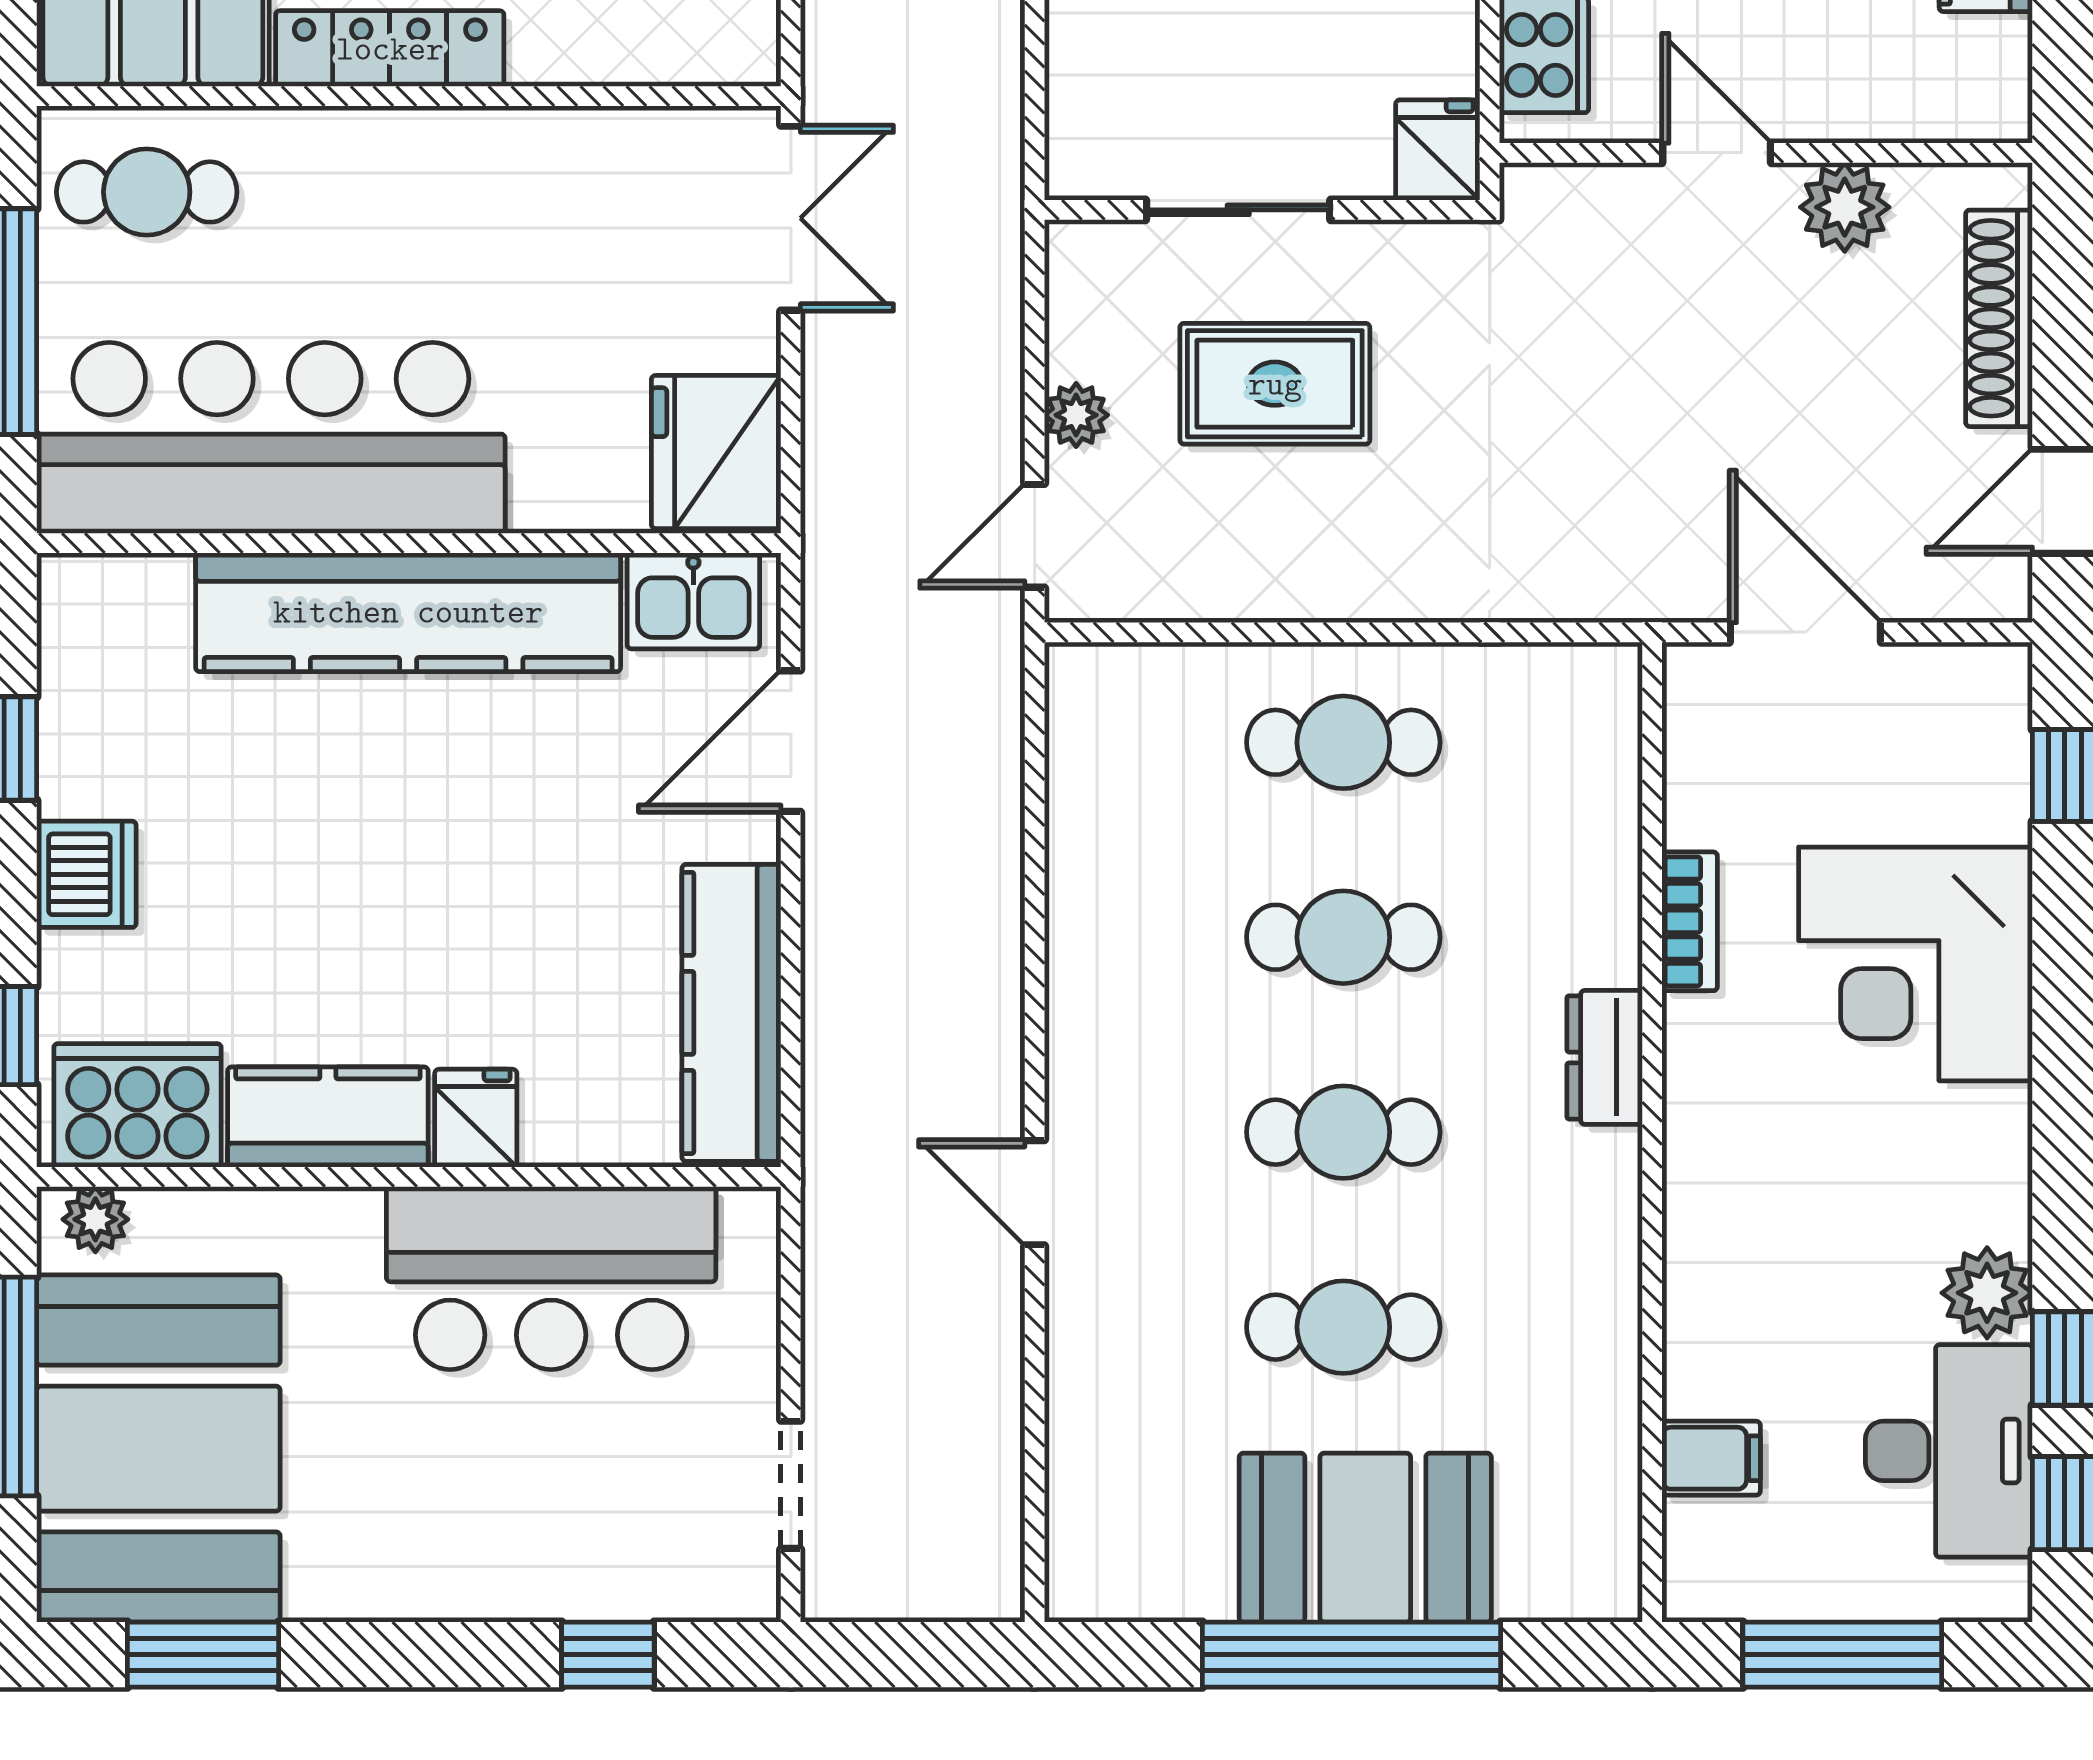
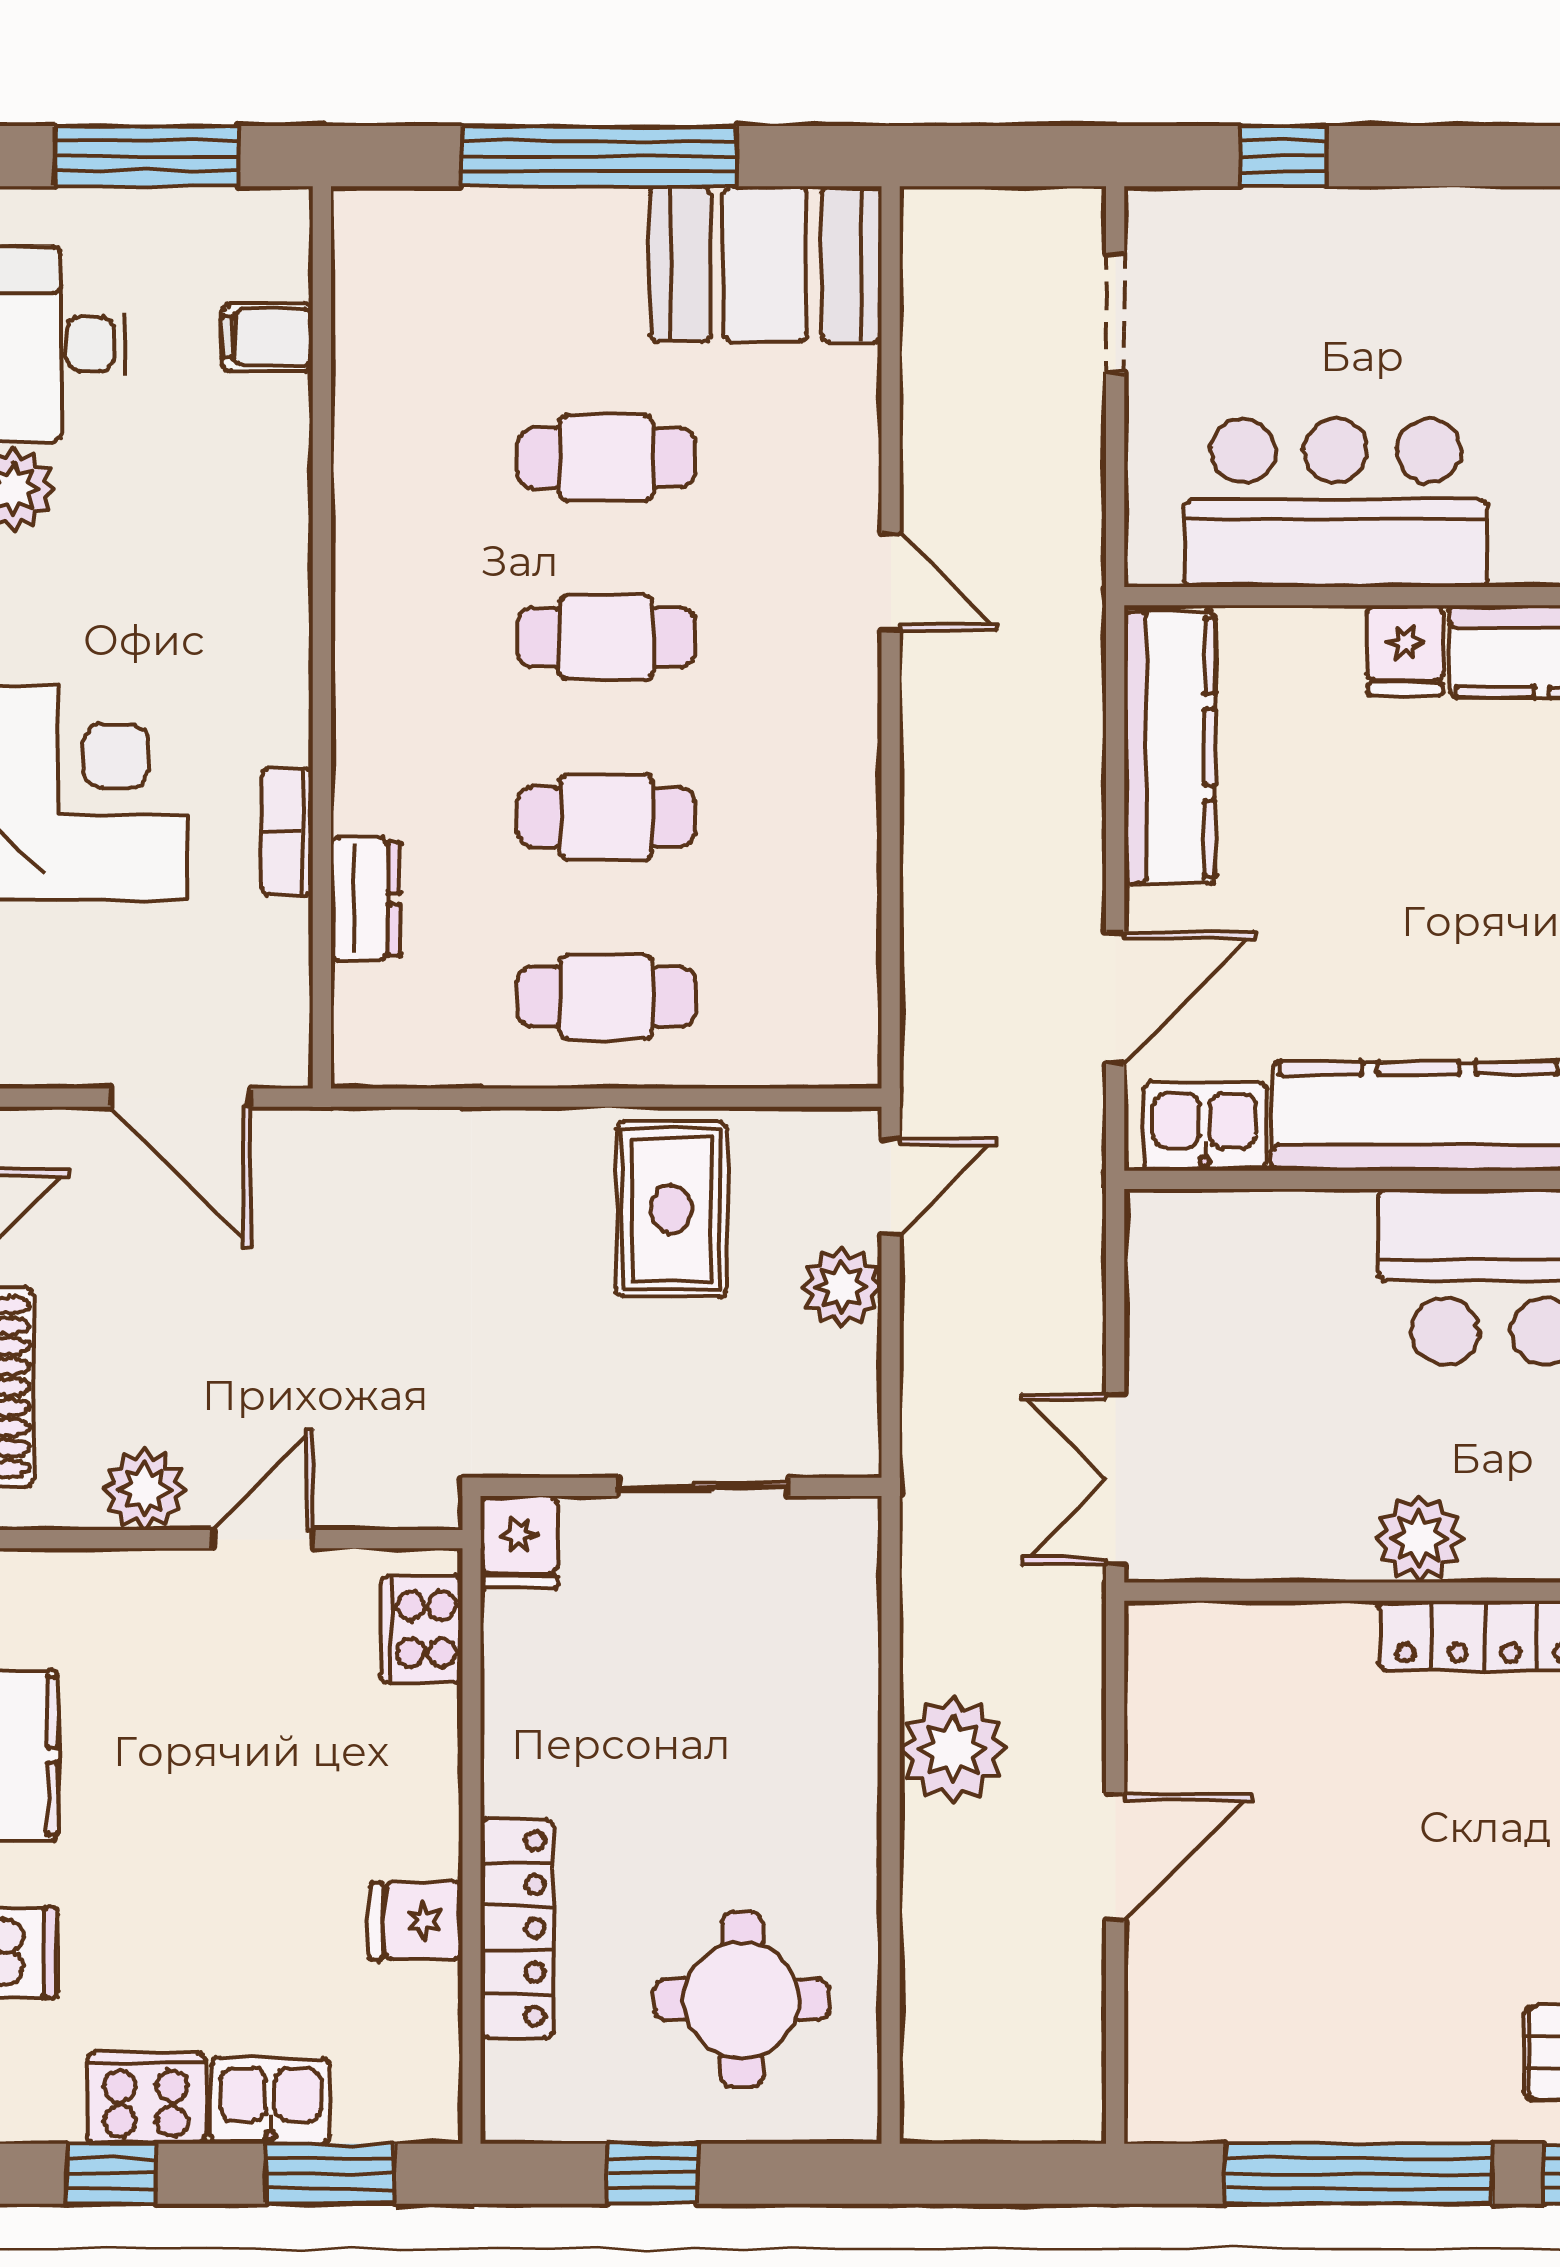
door: (1717, 153) -> (262, 1539), swing flipped
plant: (460, 154) -> (1419, 1539), added
rug: (1275, 384) -> (671, 1209), moved, turned 90
plant: (1076, 415) -> (841, 1287), width x1.38, depth x1.38
fridge: (716, 452) -> (1184, 1264), removed
dresser: (1605, 1057) -> (366, 899), moved
booth: (1365, 1538) -> (766, 264), moved

